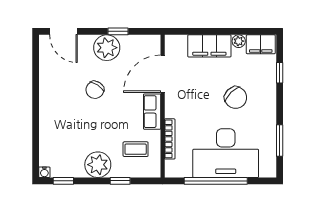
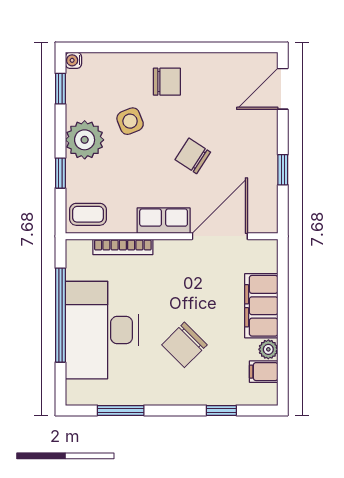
filing cabinet: (261, 44) -> (264, 372), width x0.50
plant: (107, 48) -> (259, 153), removed
door: (163, 74) -> (220, 236), hinge flipped
chair: (95, 90) -> (193, 156), moved
chair: (59, 109) -> (167, 82), added
side table: (85, 134) -> (130, 121), added
coffee table: (136, 149) -> (88, 214), moved, turned 90

